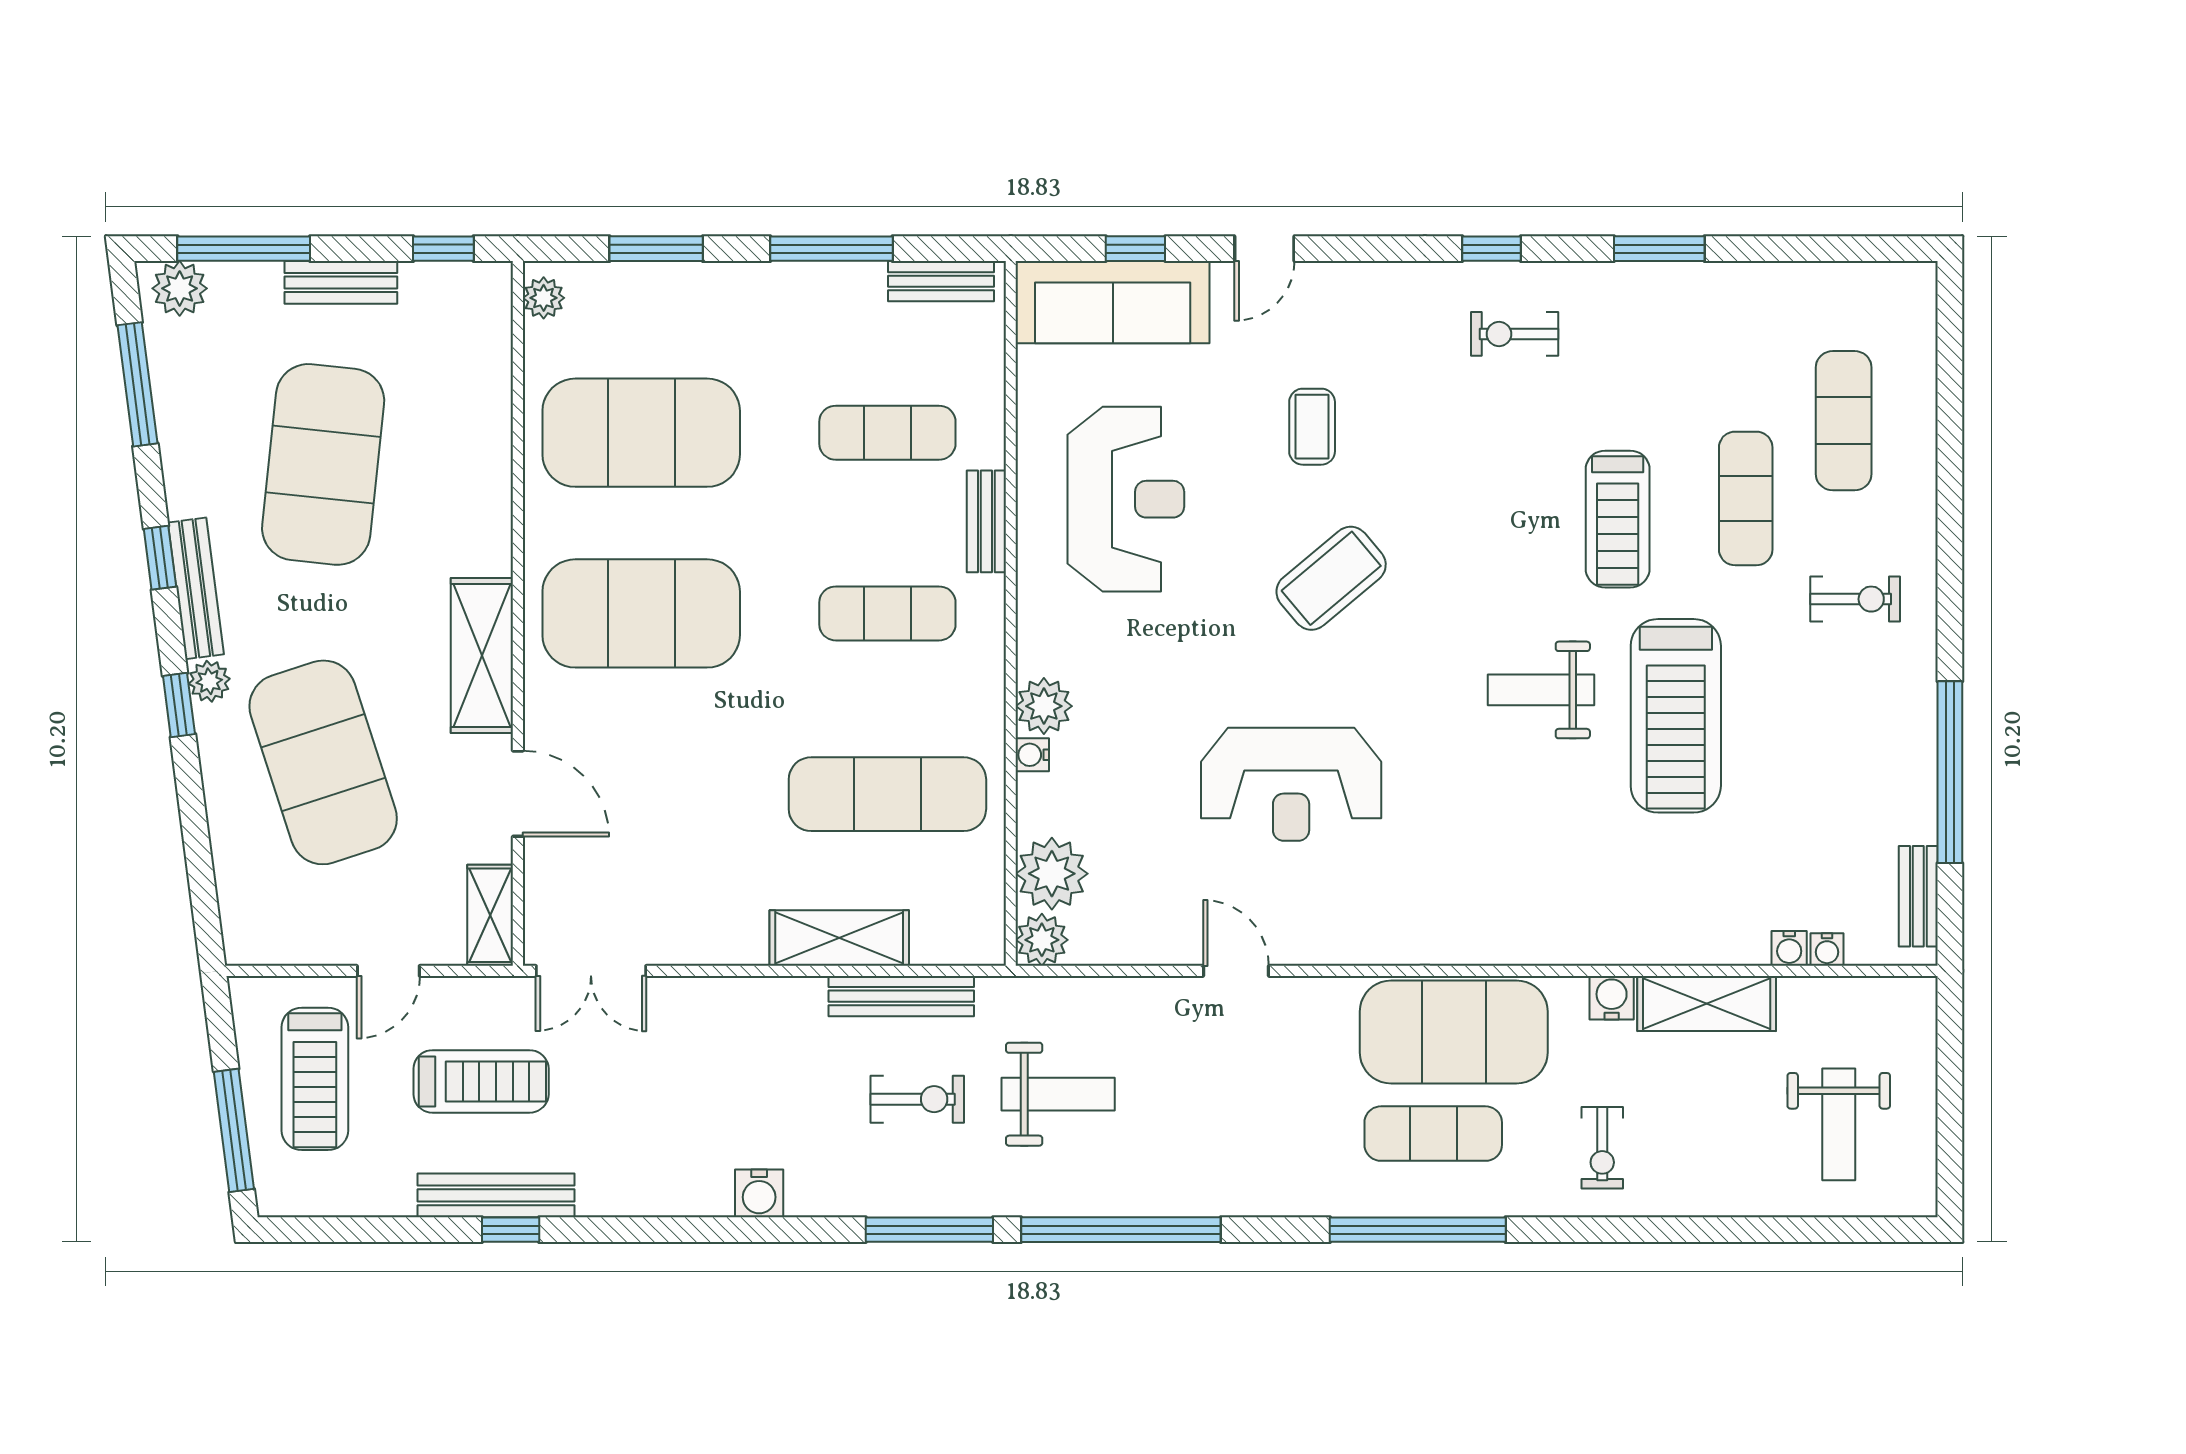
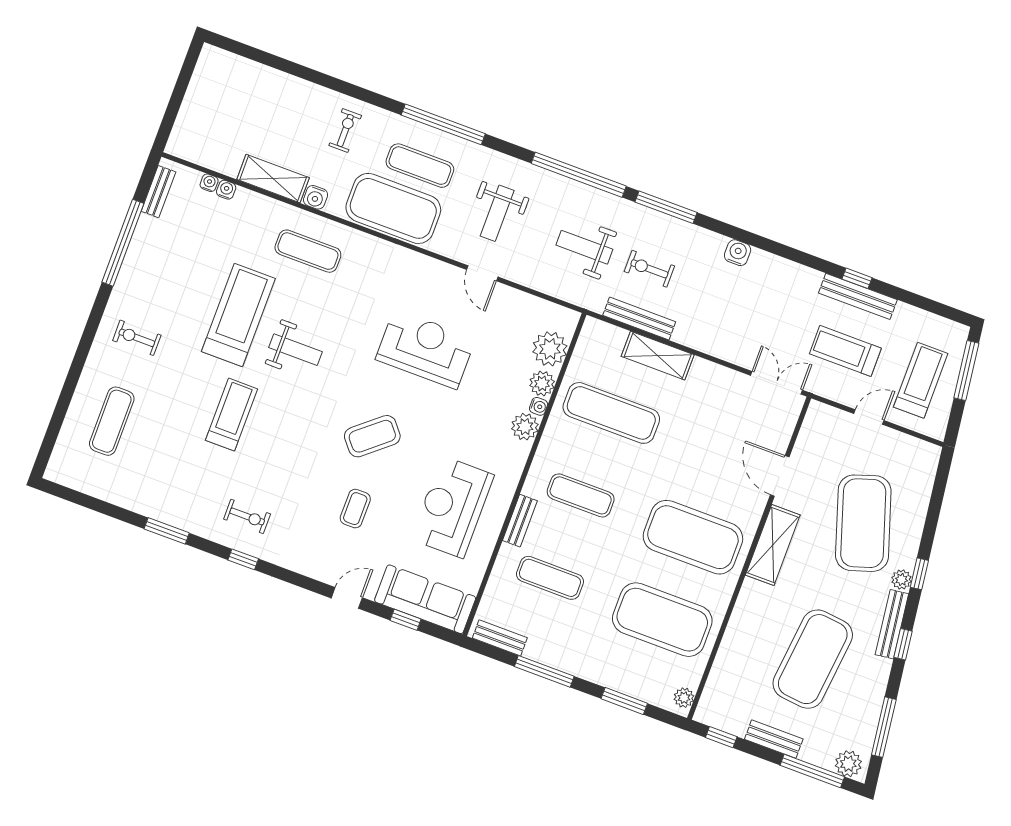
exercise mat: (1746, 498) -> (308, 251), moved, turned 90
shelving: (490, 915) -> (813, 425), removed
plant: (1042, 940) -> (542, 383), moved
weight bench: (1839, 1124) -> (497, 213), moved, turned 180

